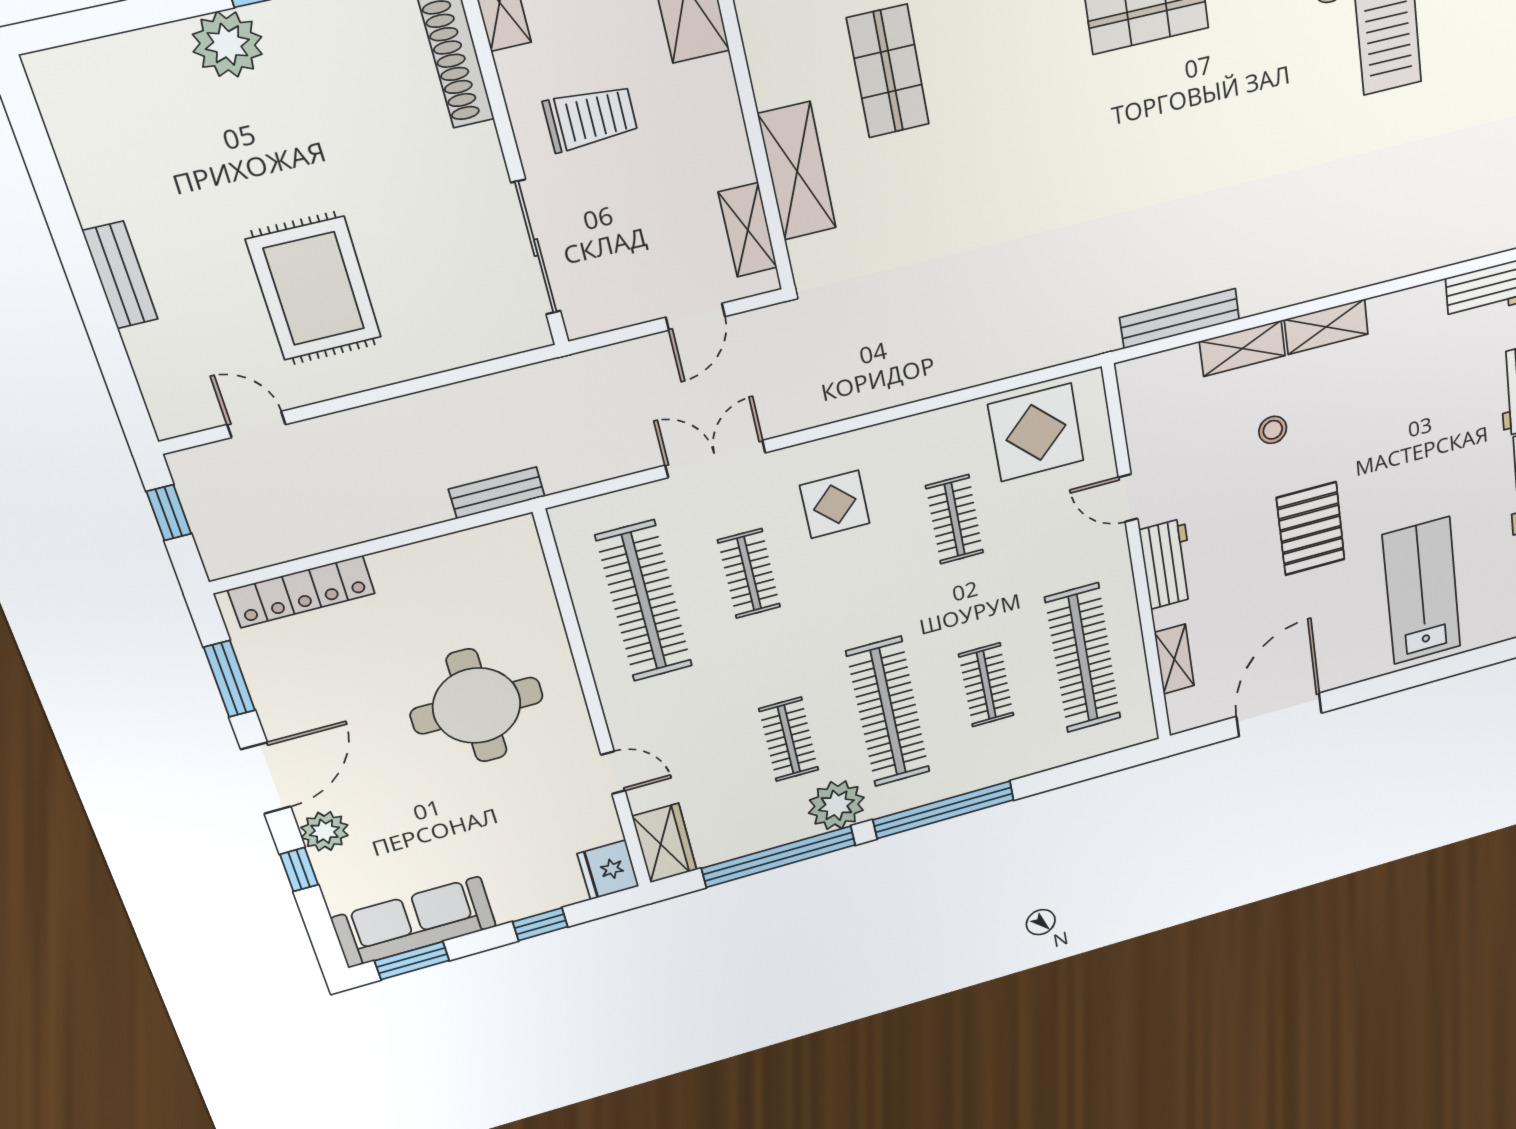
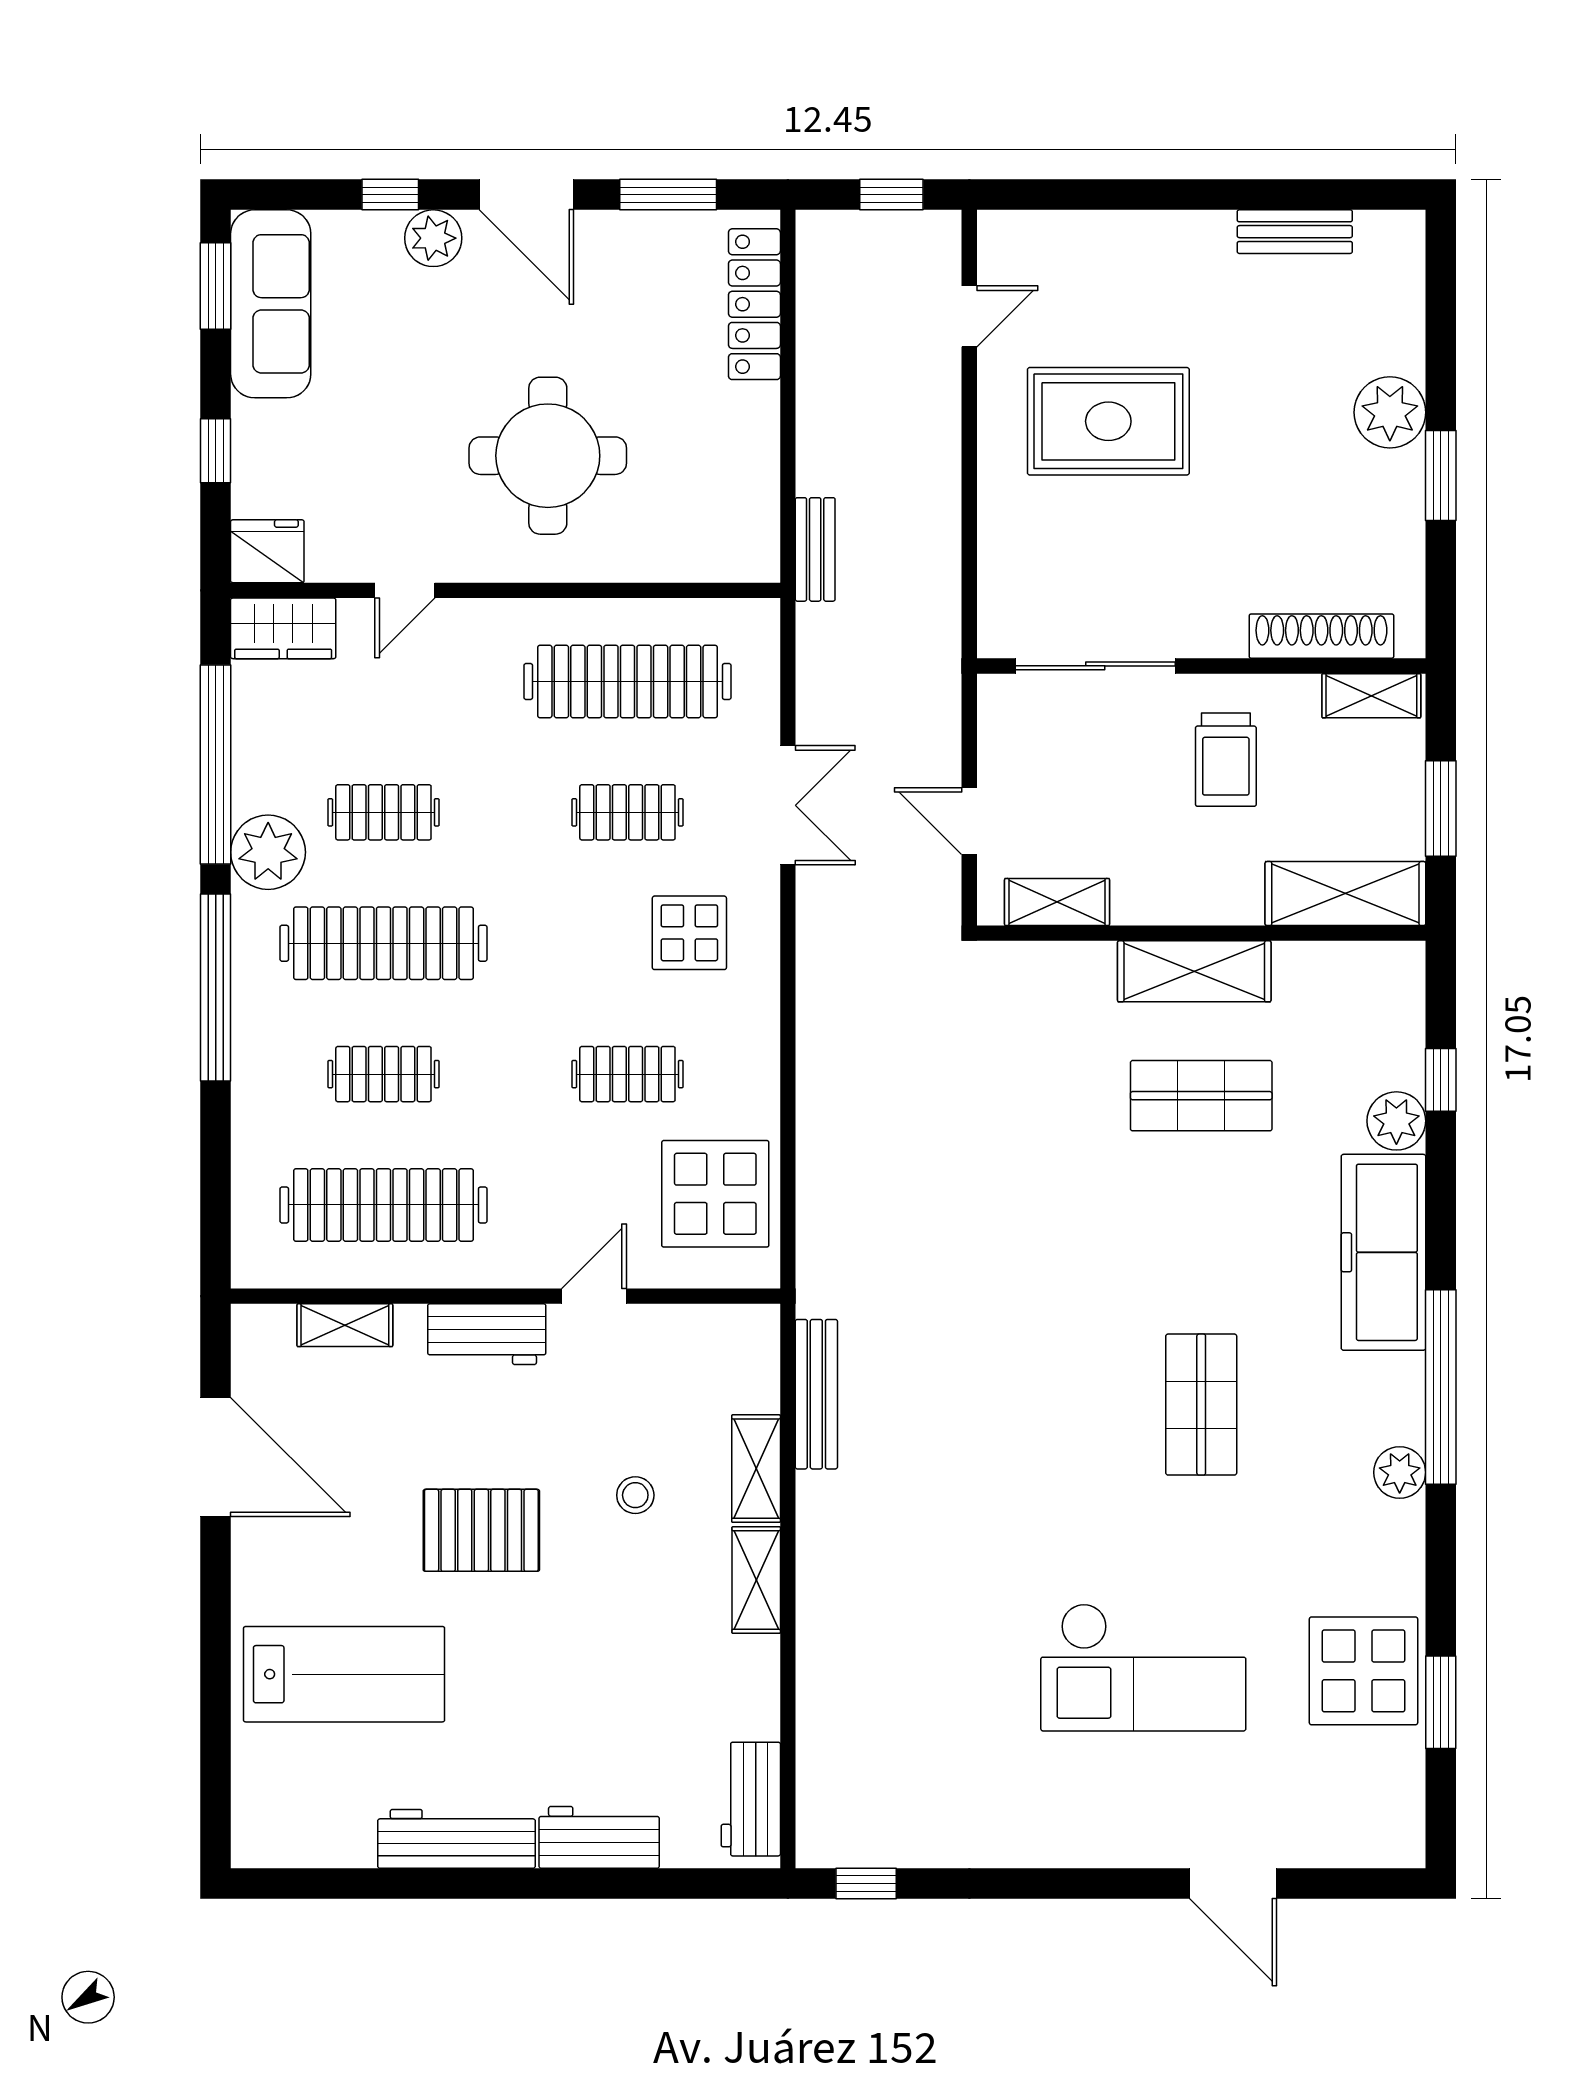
shelving: (797, 171) -> (1194, 971), moved
bench: (120, 275) -> (1295, 232), moved

